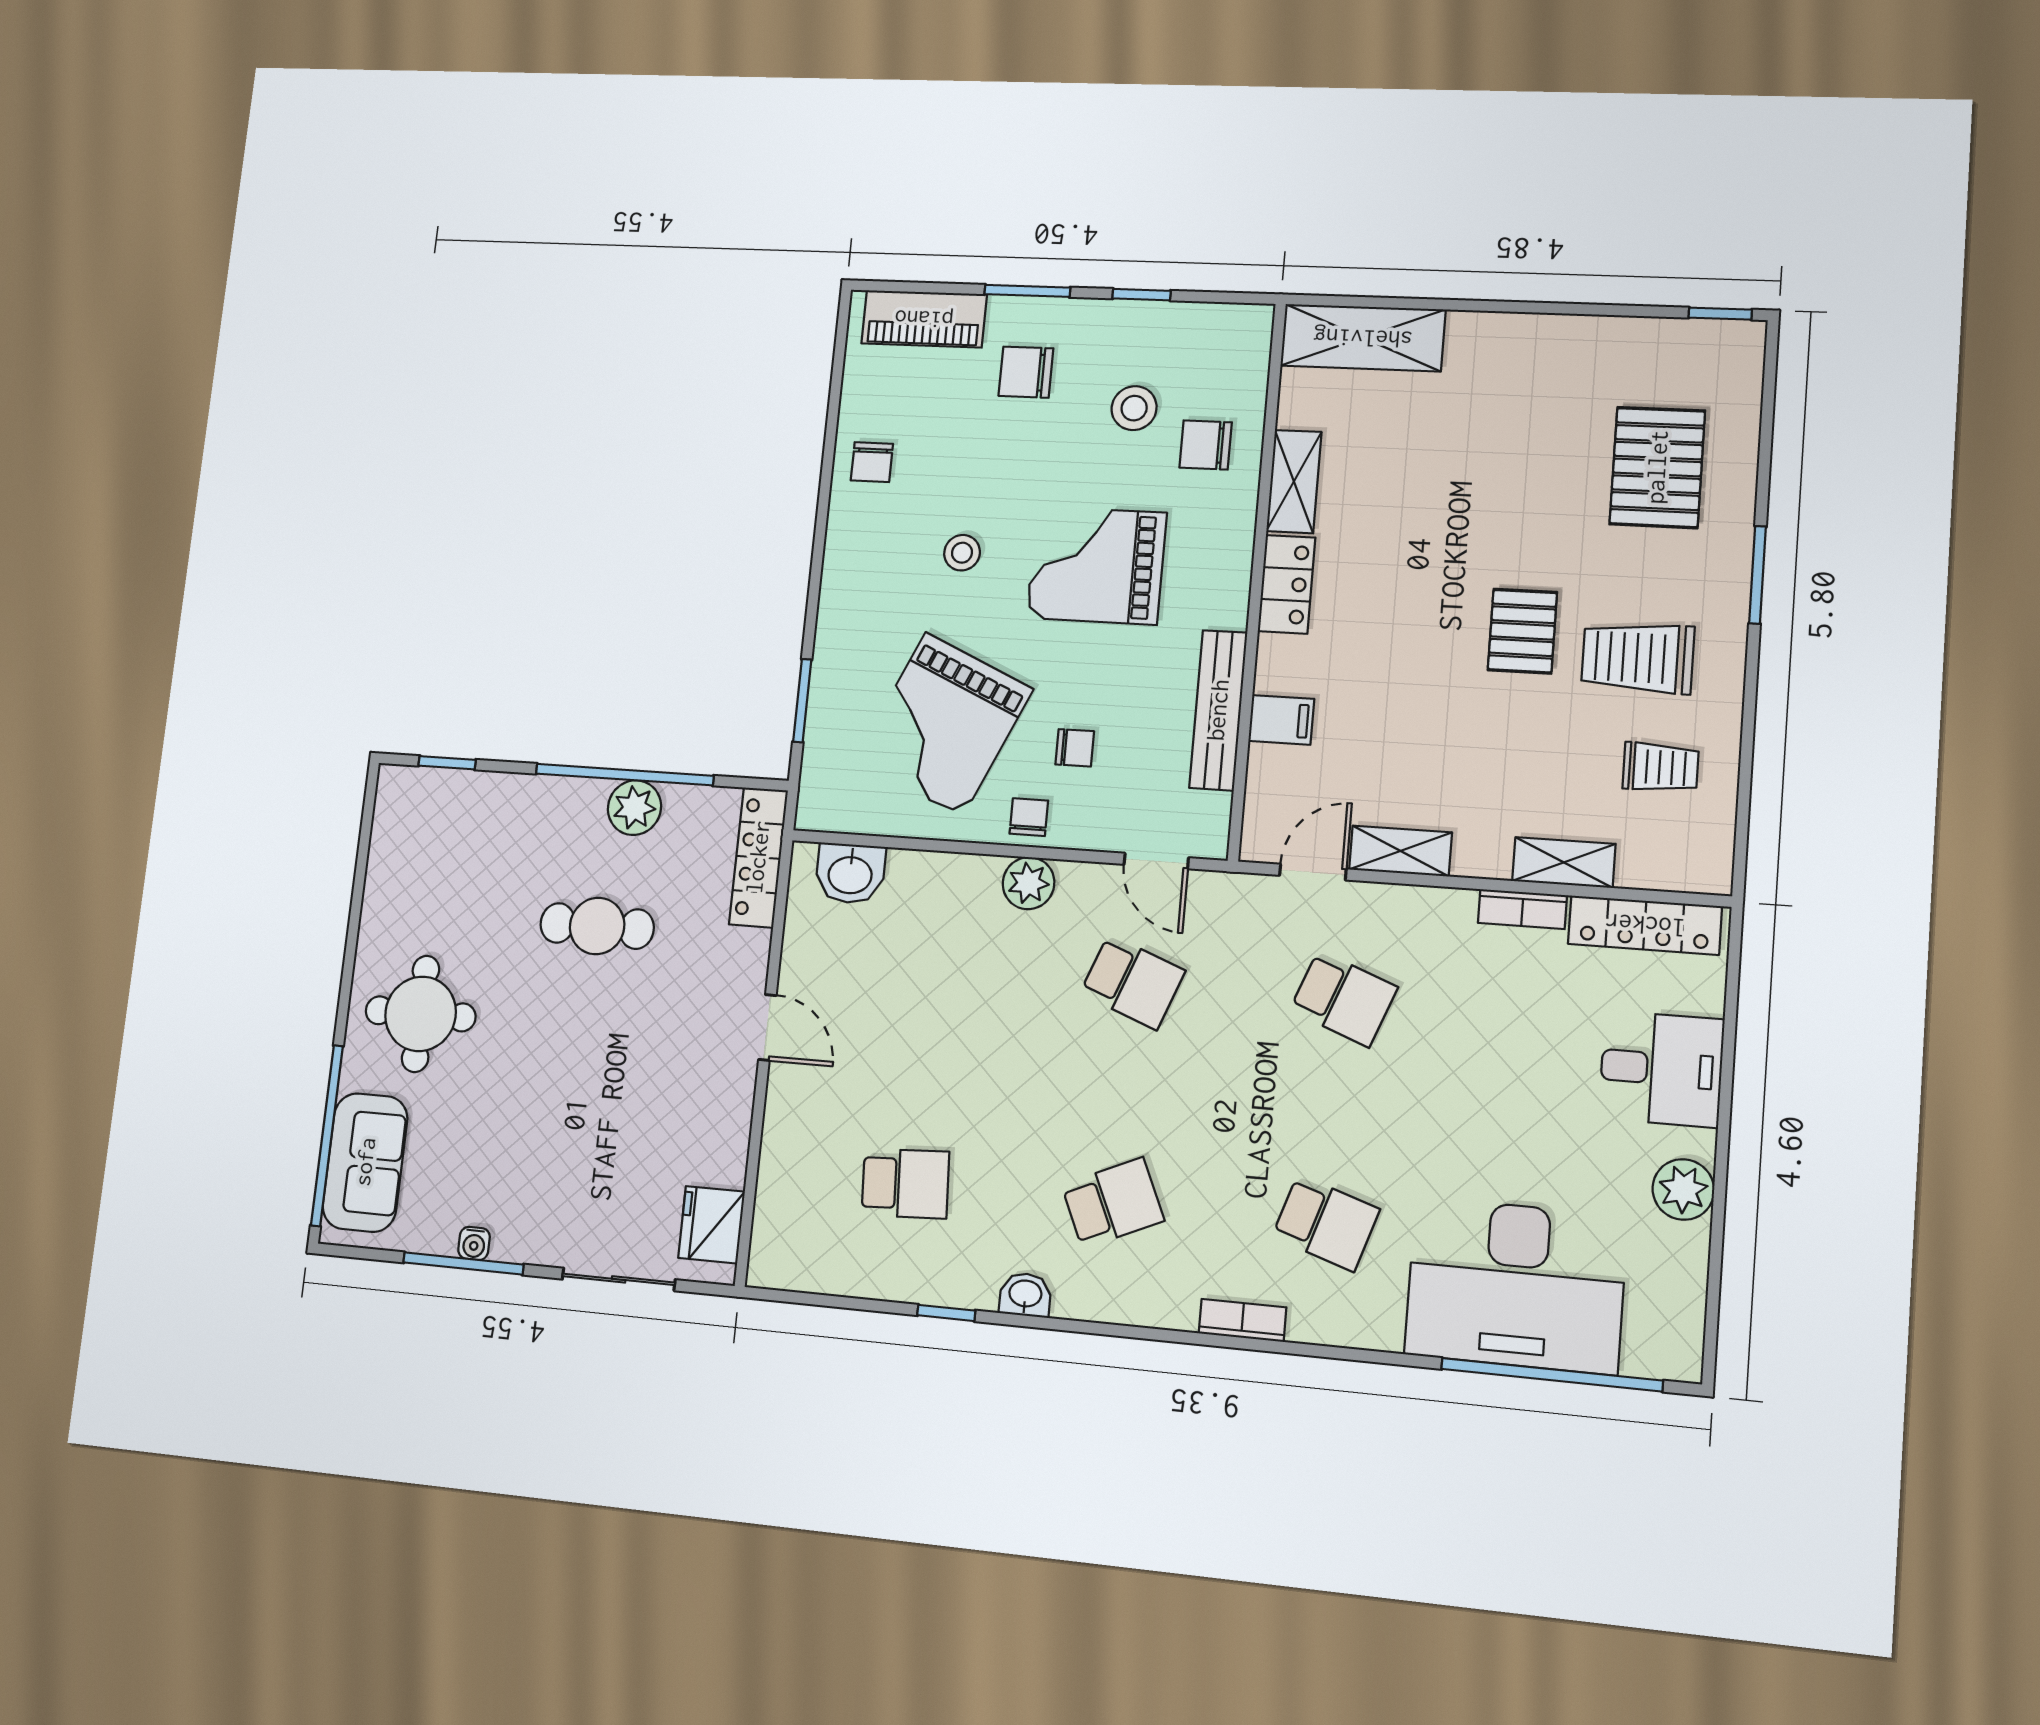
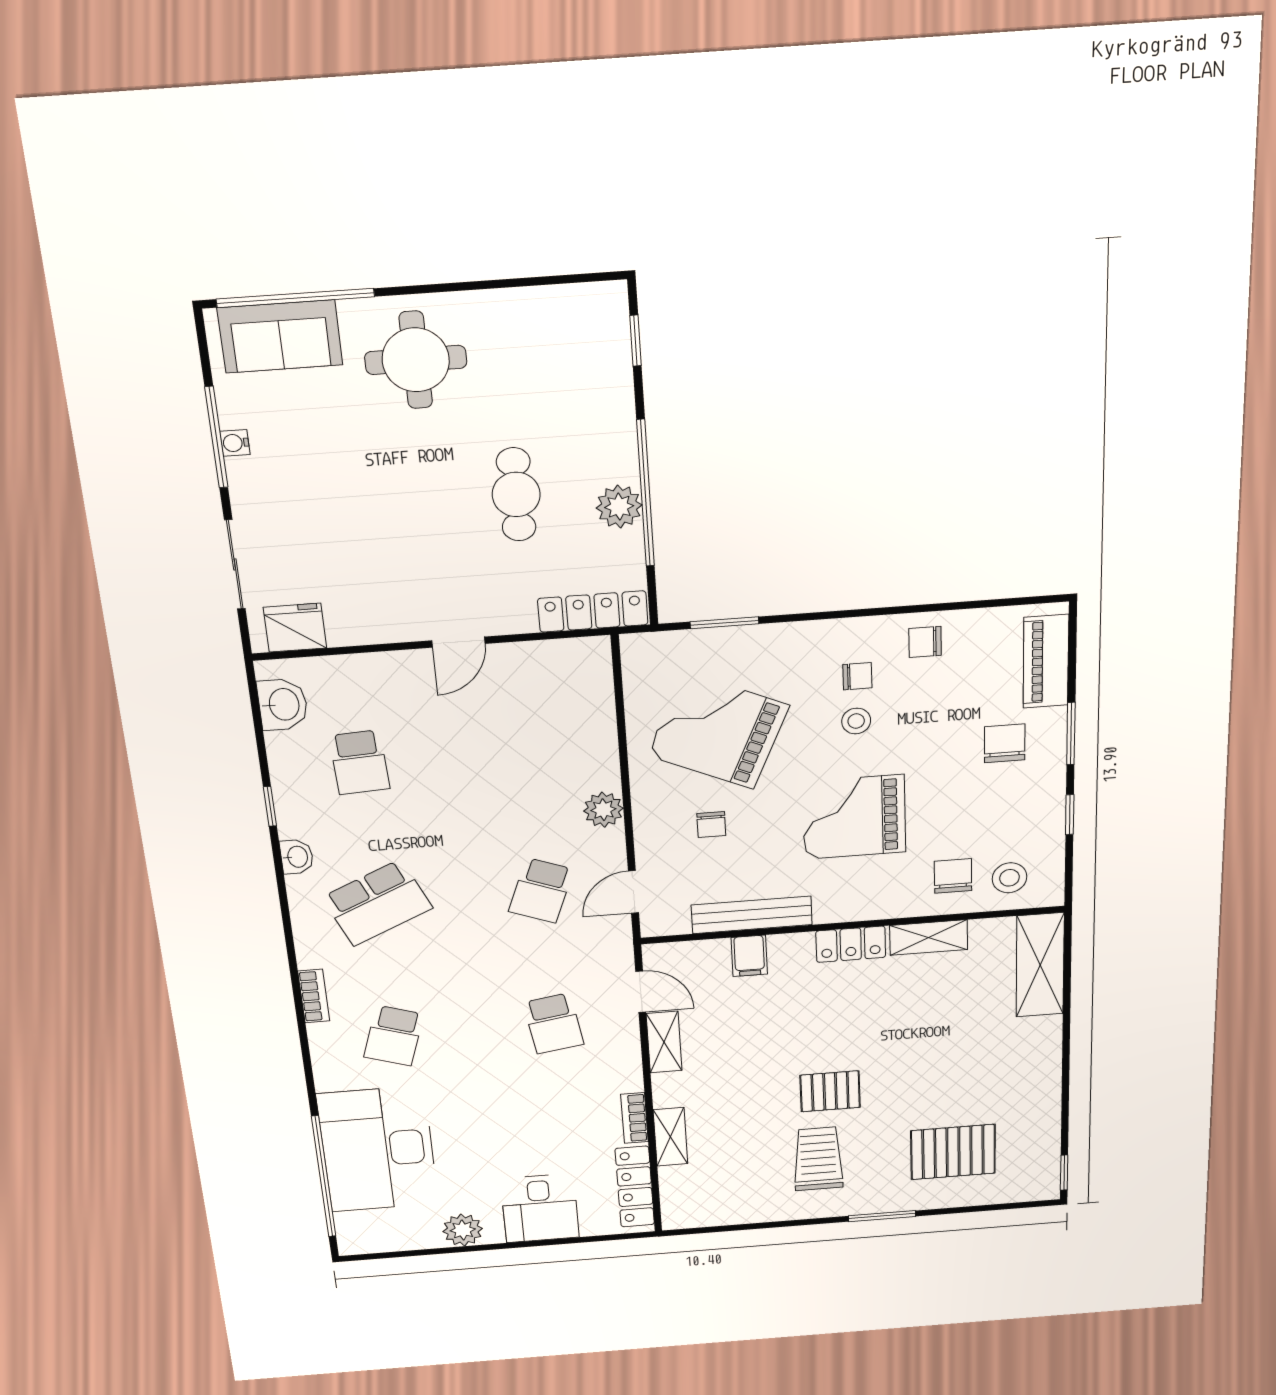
stool: (1134, 408) -> (1009, 878), moved
grand piano: (1096, 565) -> (854, 817), turned -90
trolley: (1661, 767) -> (744, 1181), removed
chair: (1029, 817) -> (857, 676), moved
washbasin: (850, 873) -> (283, 704), moved, turned 180
school desk: (1344, 999) -> (553, 1023), turned -30
school desk: (1113, 1203) -> (377, 903), width x1.85

